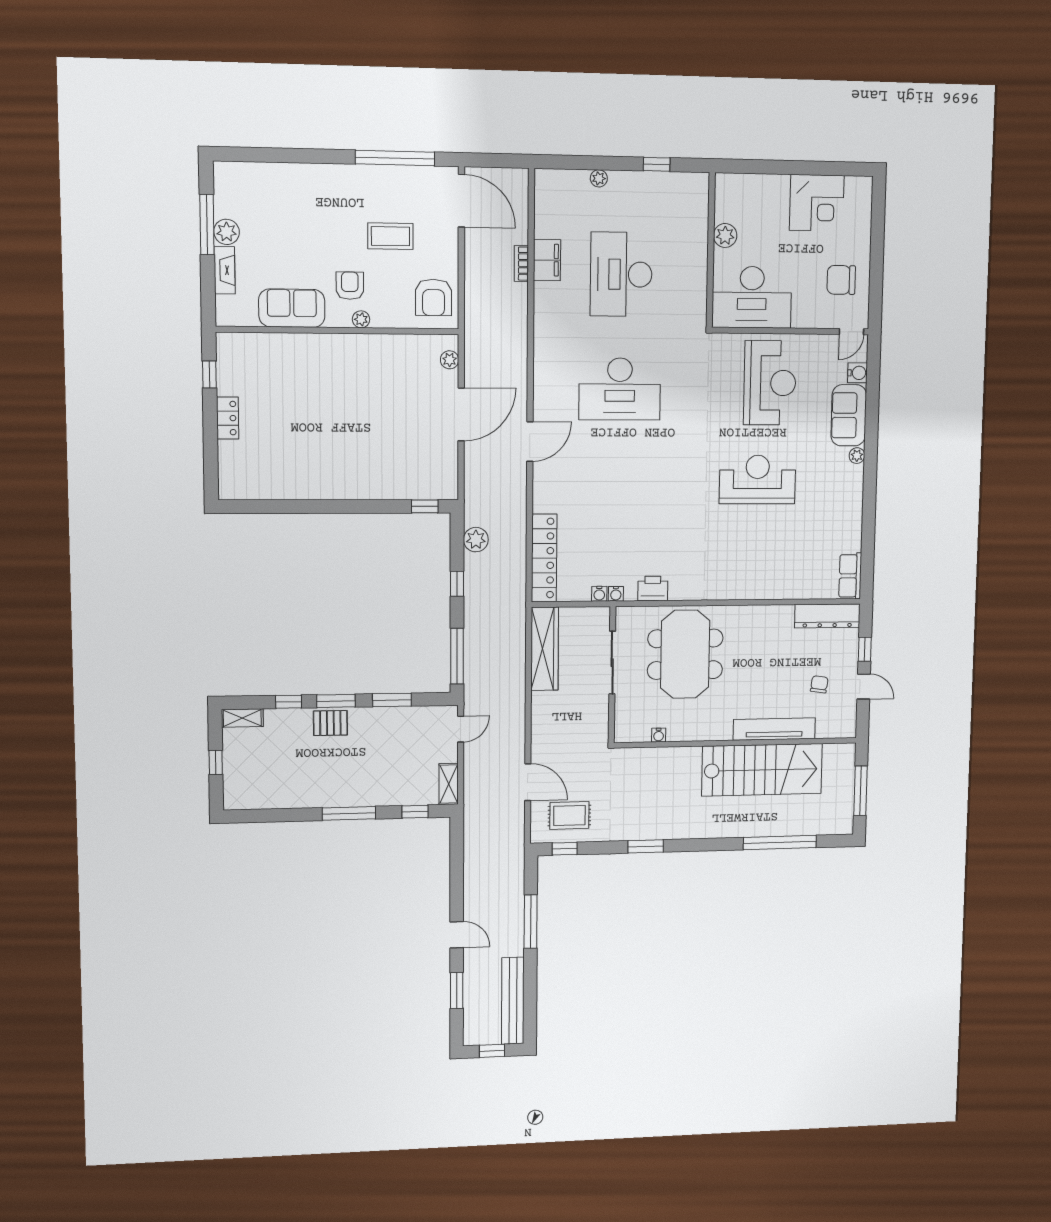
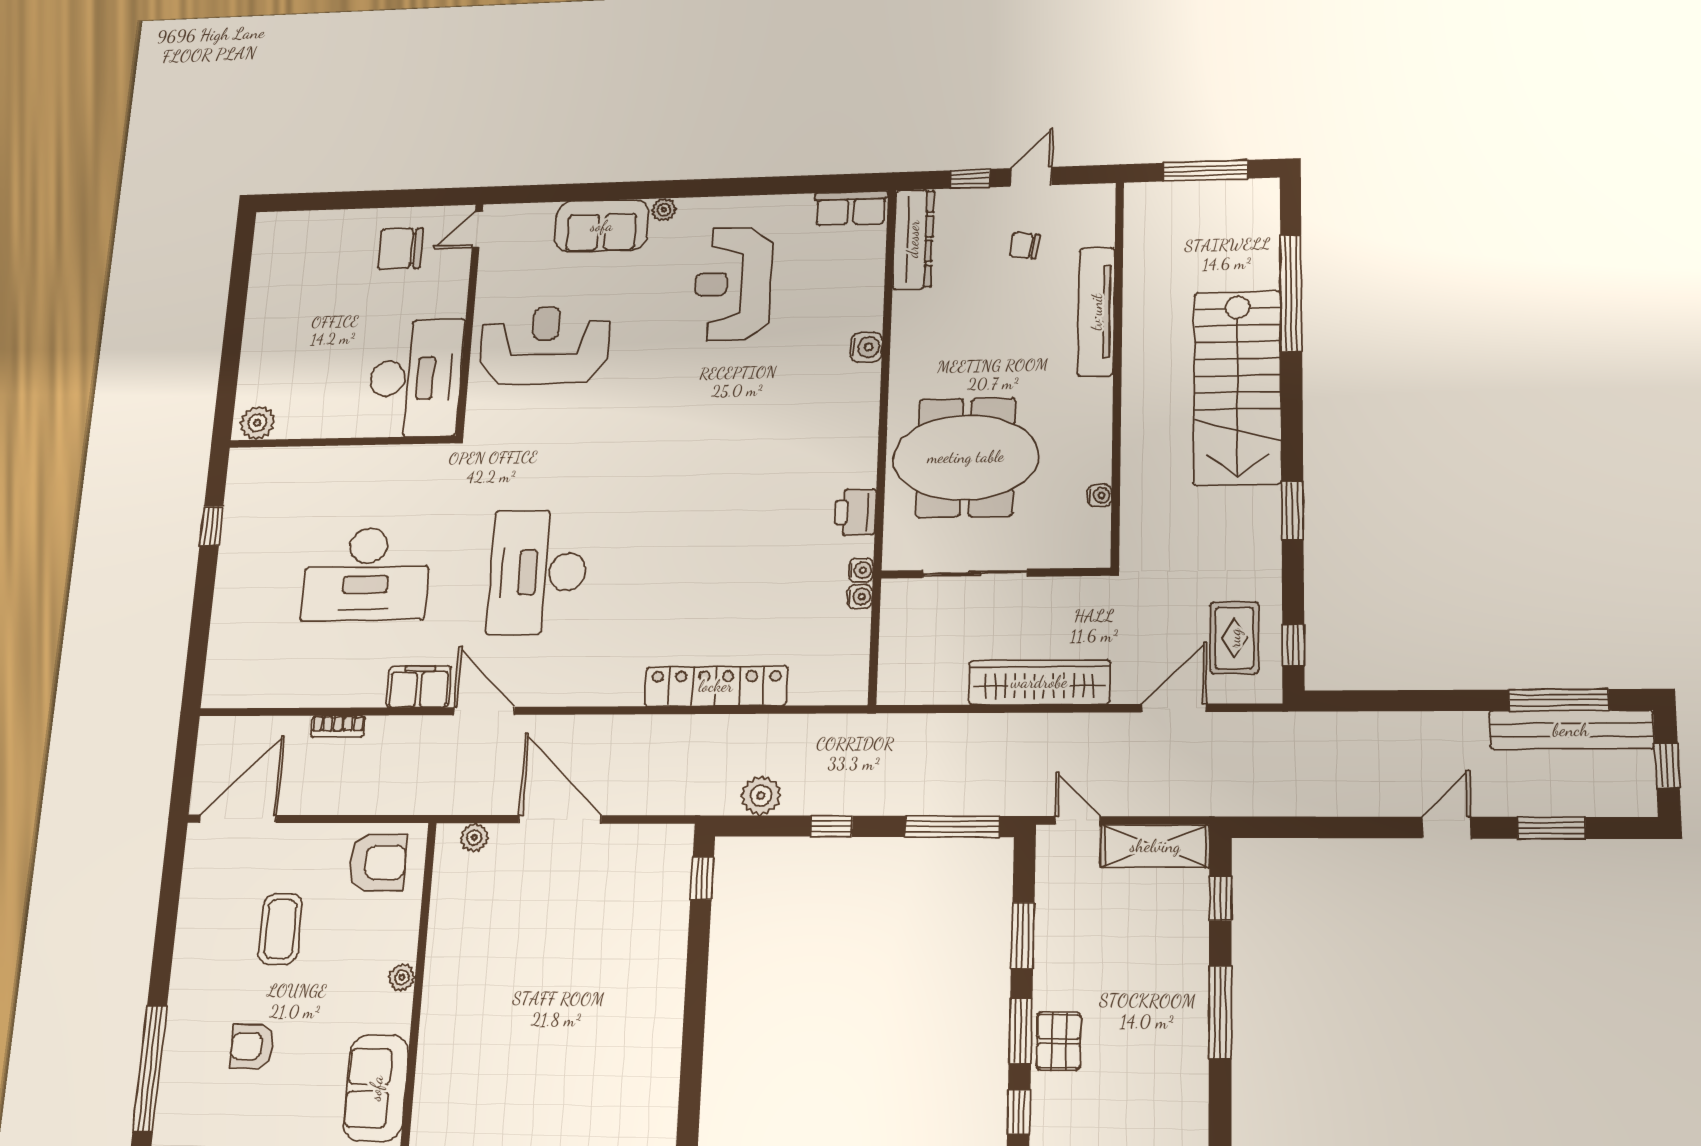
window: (395, 158) -> (150, 1068), moved
plant: (599, 178) -> (224, 611), removed
corner desk: (817, 203) -> (287, 290), removed
plant: (725, 235) -> (257, 423), moved
filing cabinet: (547, 260) -> (419, 687), moved
chair: (841, 280) -> (400, 249), turned 90
armchair: (350, 286) -> (252, 1046), moved
door: (851, 332) -> (477, 229), swing flipped
water cooler: (857, 373) -> (866, 347), moved, turned 90
desk: (620, 389) -> (538, 572), turned 180
door: (530, 441) -> (484, 711), moved
reception desk: (757, 480) -> (733, 284), moved
locker: (544, 558) -> (716, 686), moved
wardrobe: (545, 649) -> (1039, 682), moved
stairs: (762, 770) -> (1237, 387), moved, turned 180
shelving: (449, 784) -> (1155, 846), width x1.50, depth x1.33
window: (531, 922) -> (1559, 700), moved

